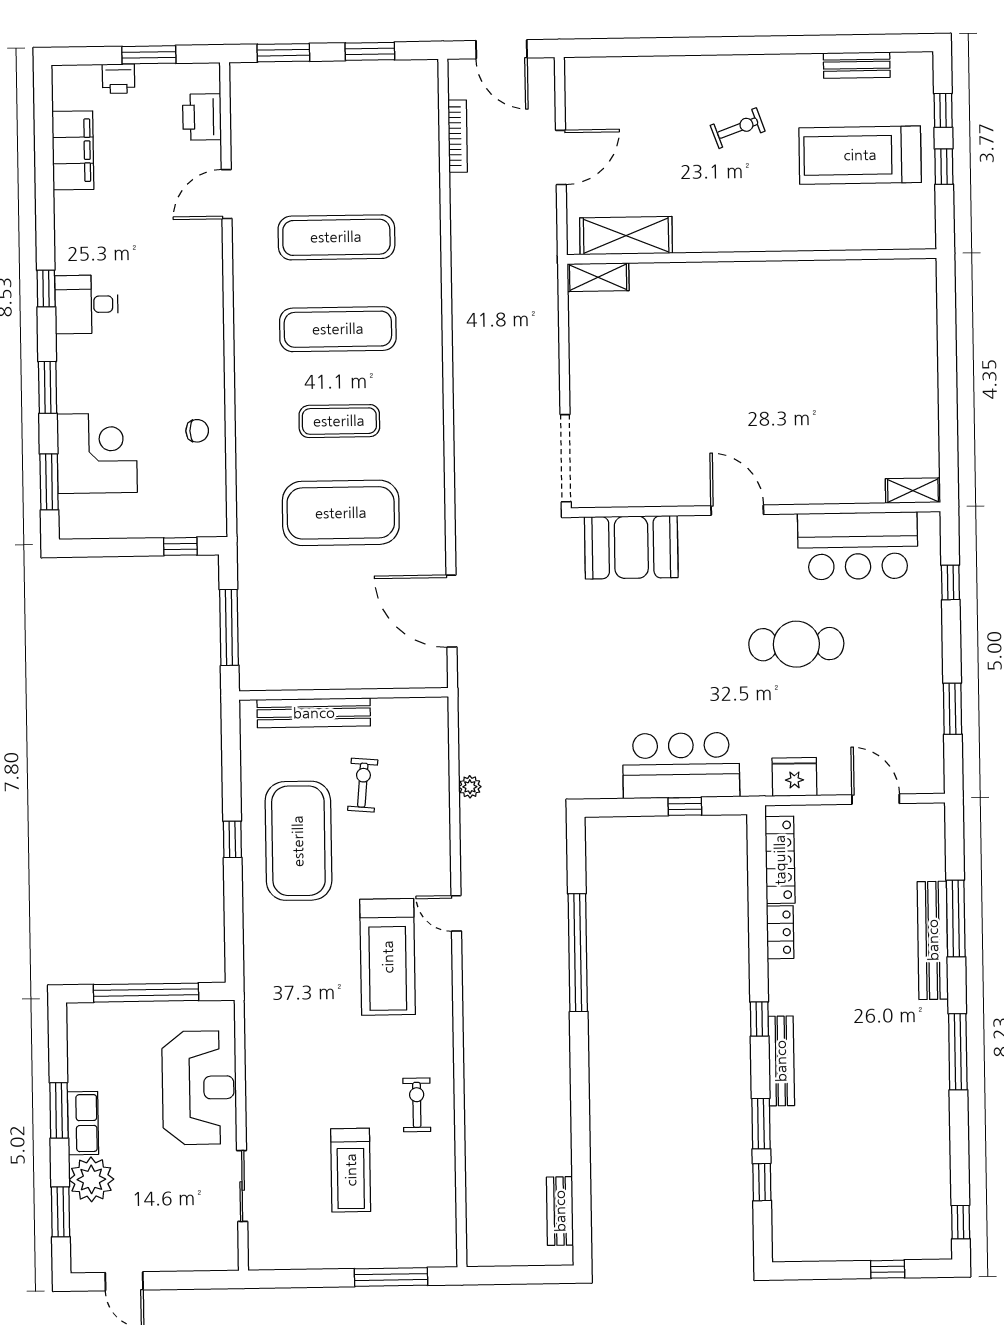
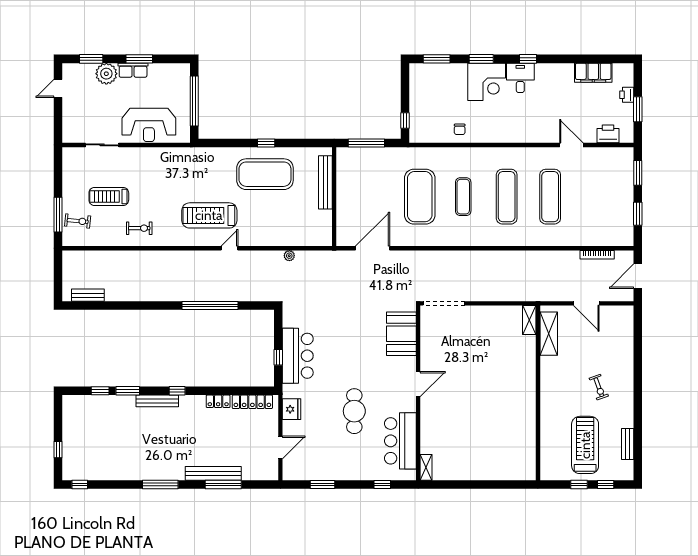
corner desk: (97, 453) -> (487, 82), moved
exercise bike: (363, 785) -> (78, 221), moved

